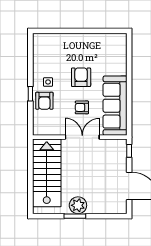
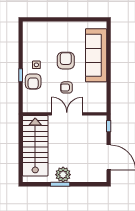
sofa: (115, 106) -> (96, 55), moved

